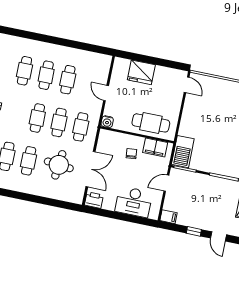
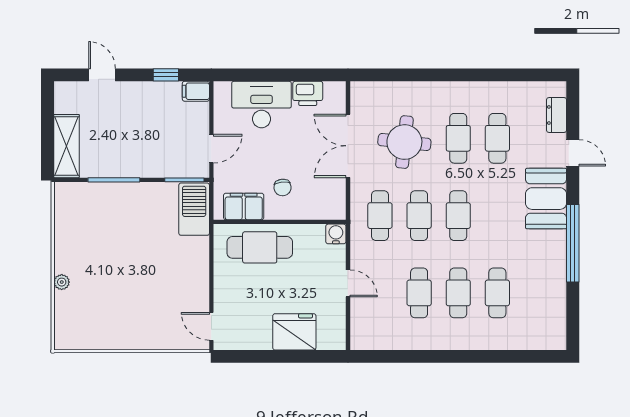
printer: (94, 200) -> (308, 93), moved
window: (194, 231) -> (166, 75), moved

